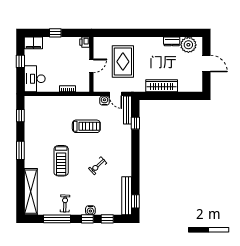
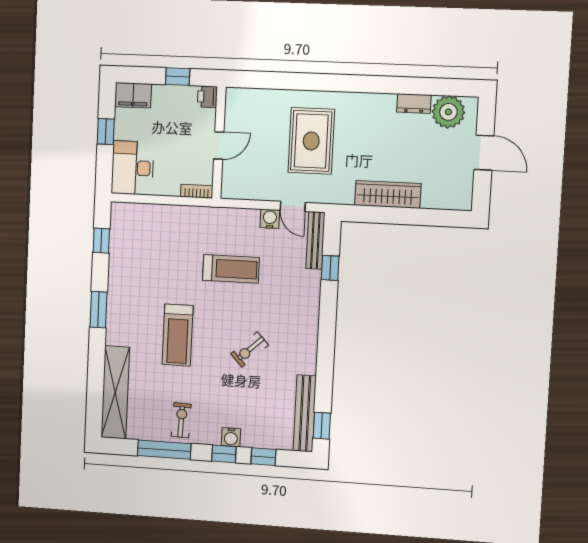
printer: (85, 42) -> (207, 97), moved
wall: (91, 64) -> (219, 143), moved
door: (91, 66) -> (219, 146), moved

